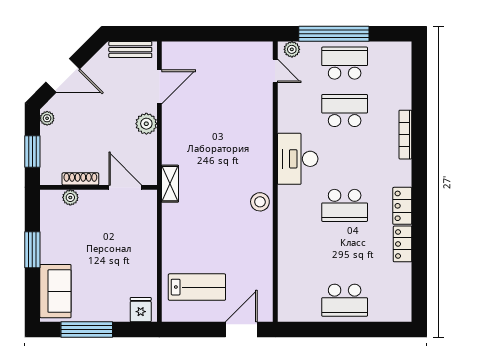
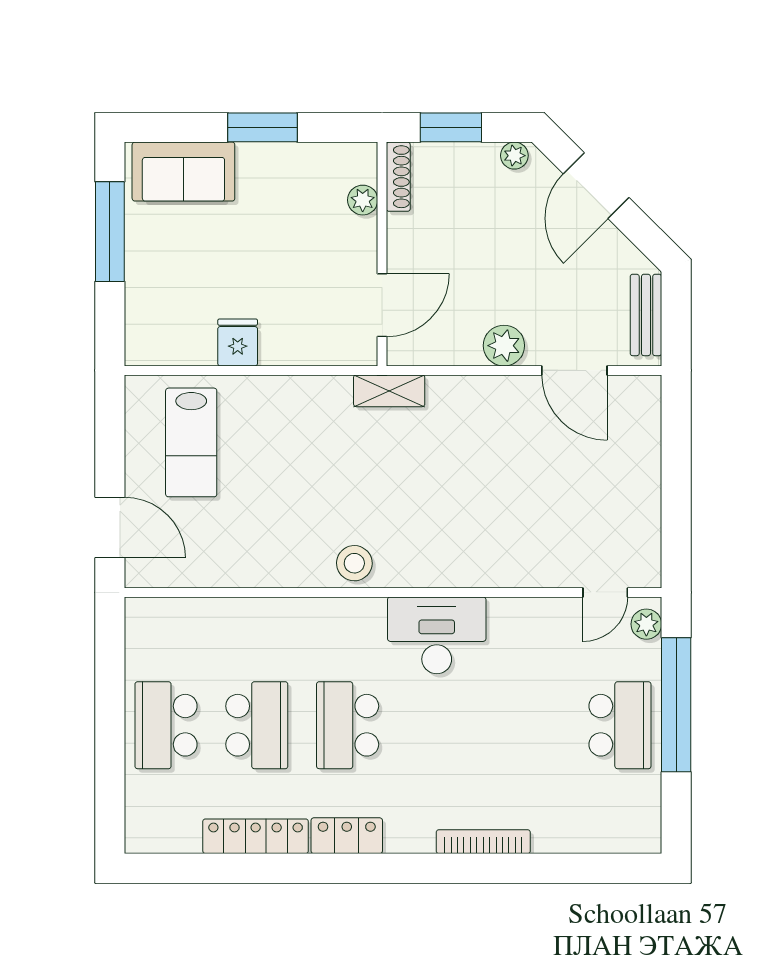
school desk: (345, 111) -> (257, 725), moved
shoe rack: (80, 179) -> (398, 177), moved
locker: (403, 244) -> (256, 836), width x1.53
fridge: (141, 310) -> (238, 342), moved, turned -90

